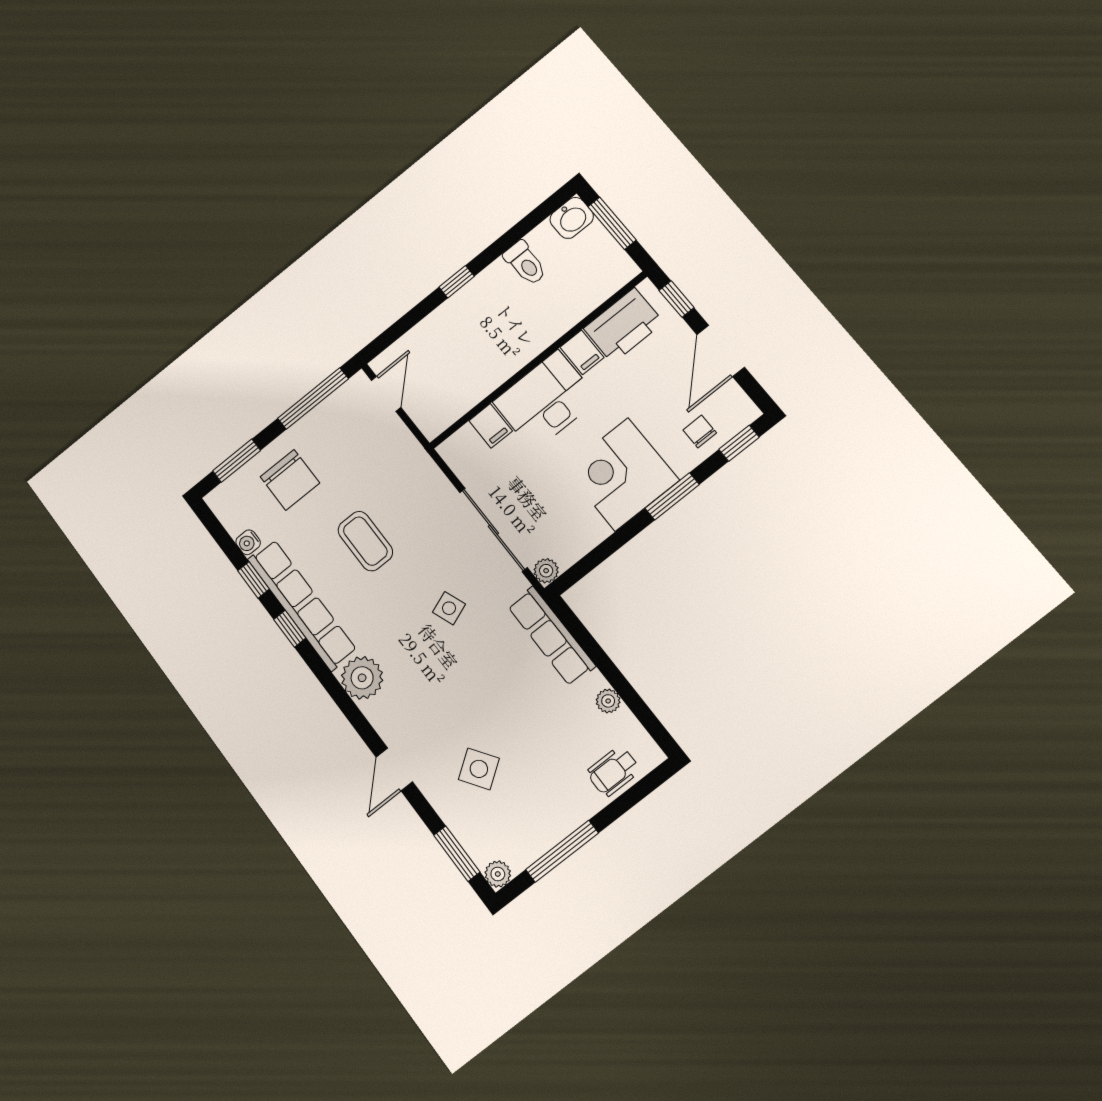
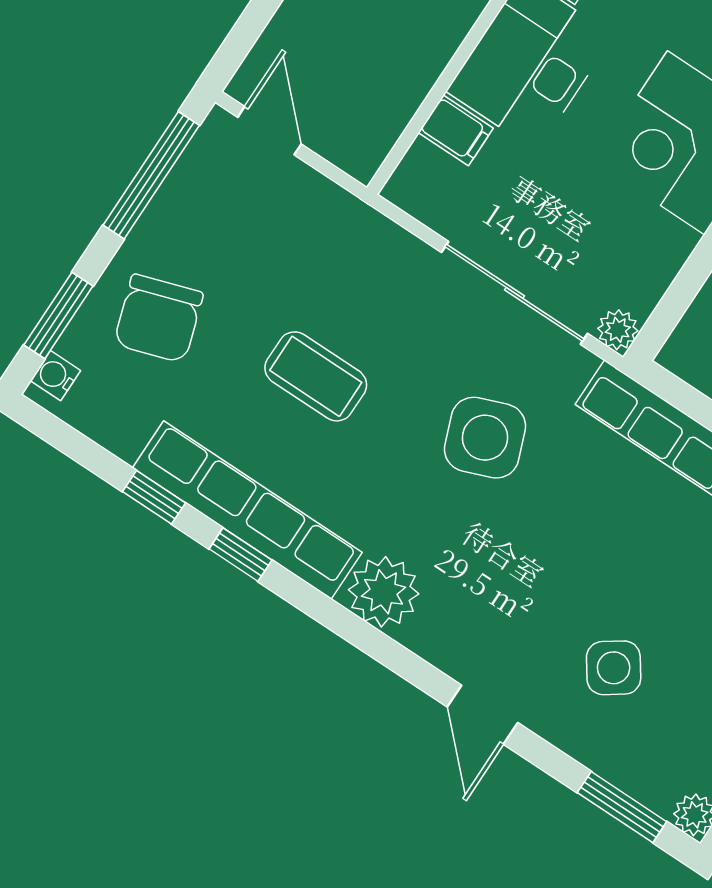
chair: (290, 480) -> (158, 318), turned 72
water cooler: (248, 542) -> (55, 376), moved, turned 90
side table: (449, 608) -> (485, 438), width x1.87, depth x1.87

